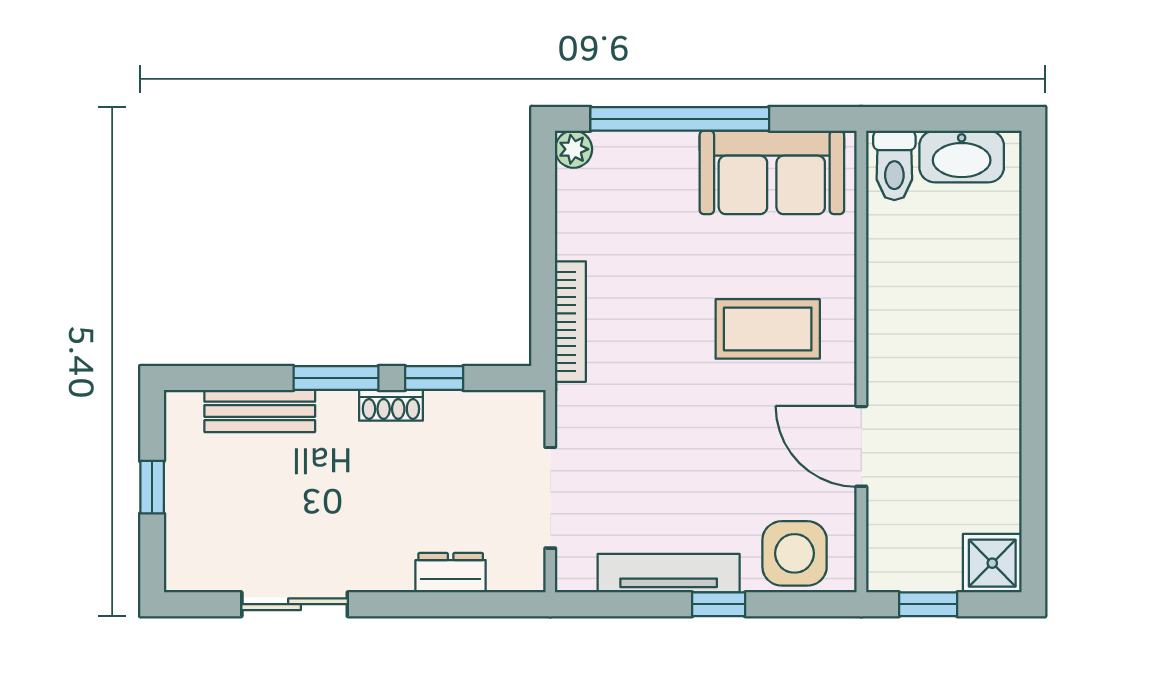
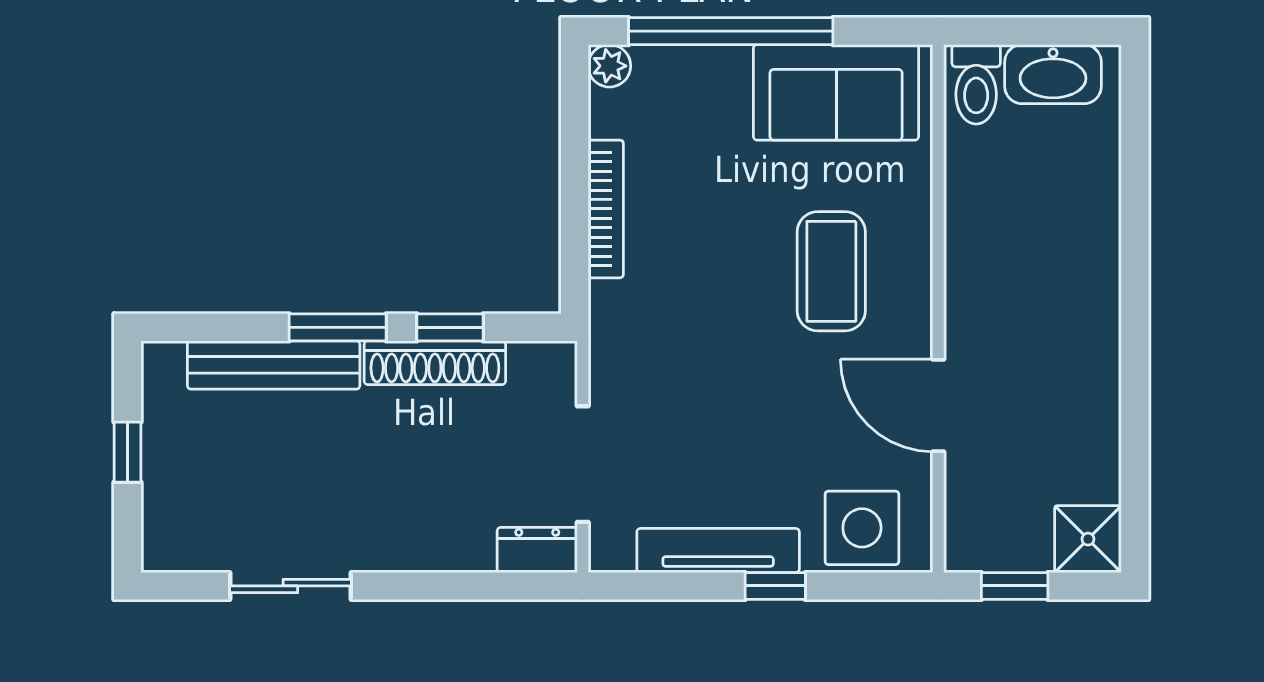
bookcase: (570, 322) -> (606, 209), moved
coffee table: (768, 329) -> (831, 271), turned 90
shoe rack: (391, 405) -> (435, 363), width x1.94, depth x1.24
bench: (260, 411) -> (274, 365), width x1.36
dresser: (451, 573) -> (537, 550), moved

